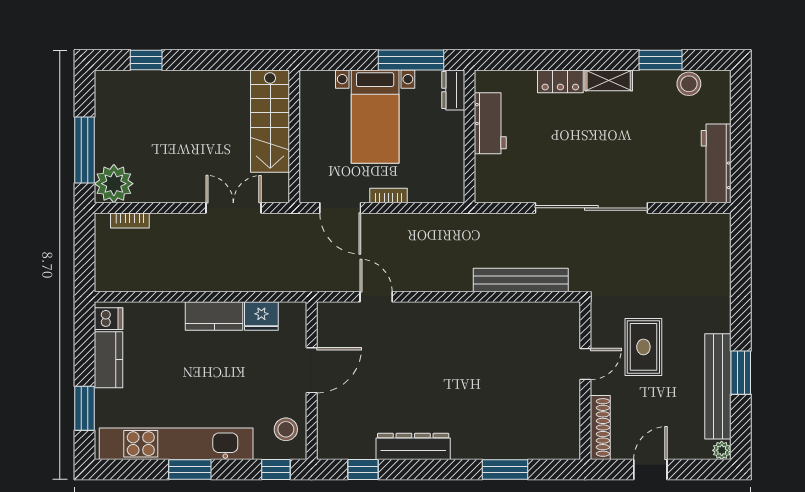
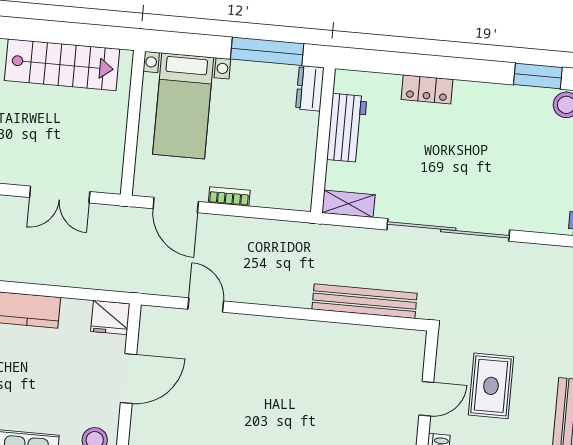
shelving: (609, 80) -> (348, 204), moved
bed with nightstands: (375, 117) -> (183, 106), moved
stairs: (270, 121) -> (62, 65), moved, turned -90
double door: (233, 208) -> (60, 195), swing flipped
fridge: (261, 316) -> (110, 318), moved

